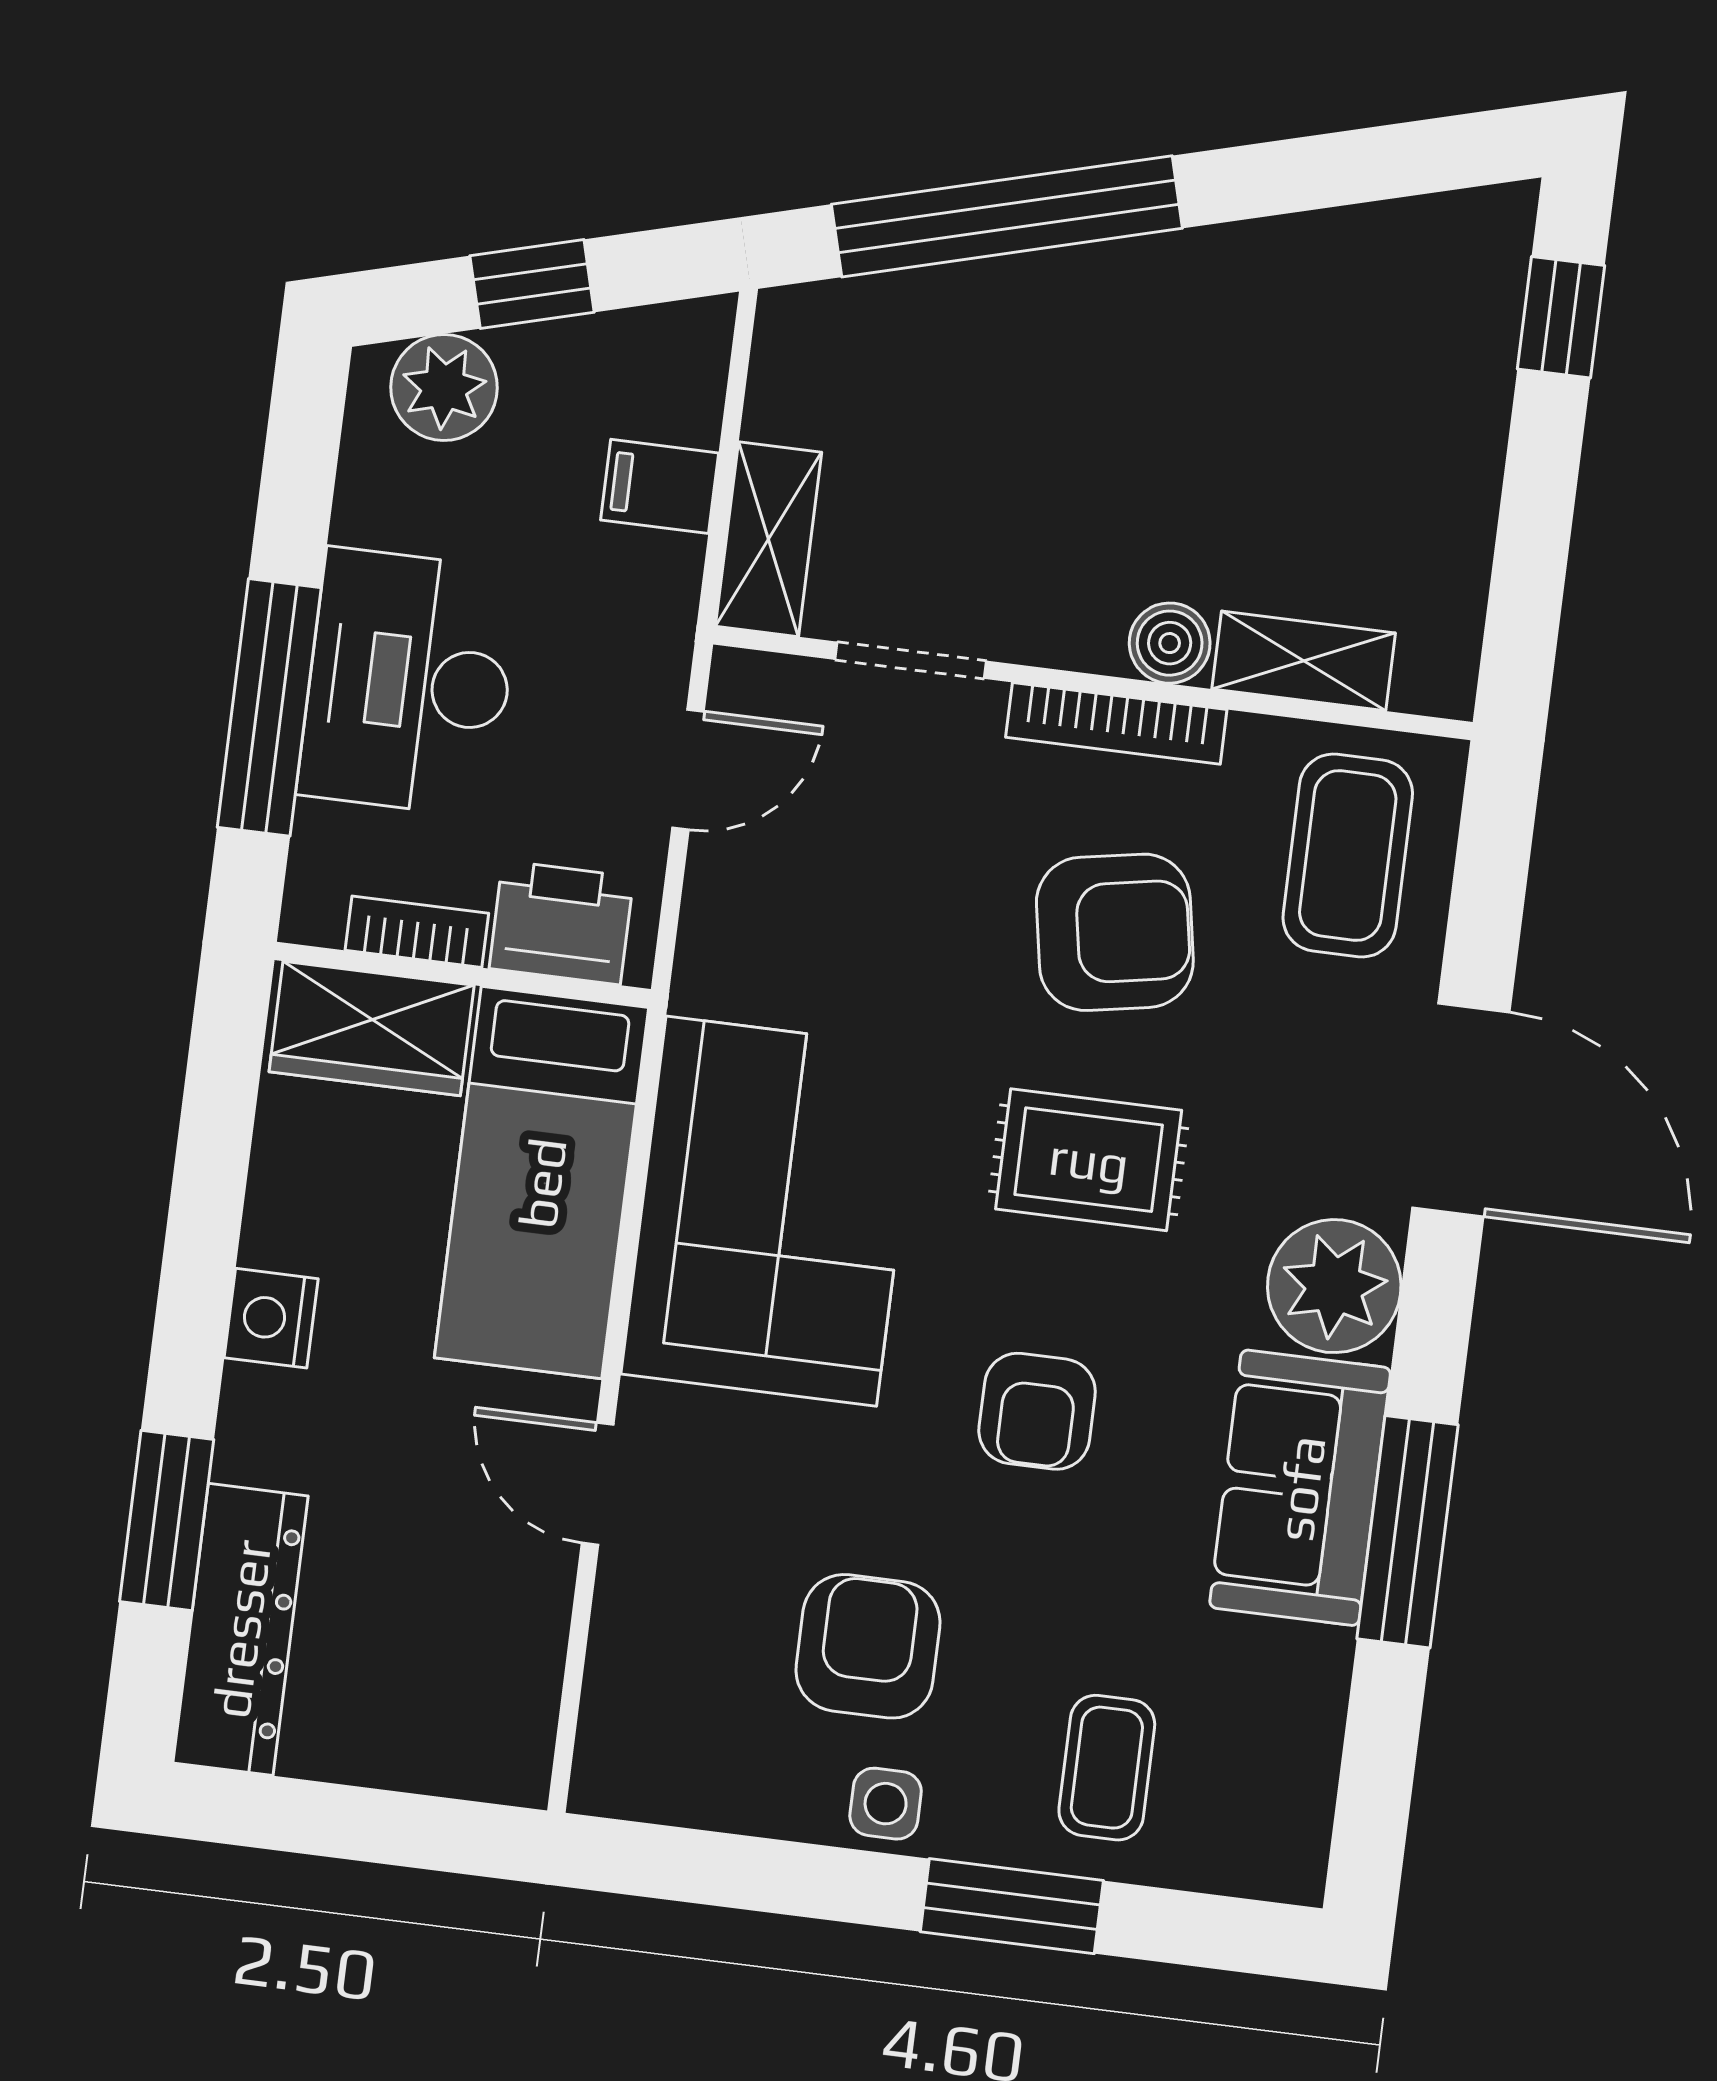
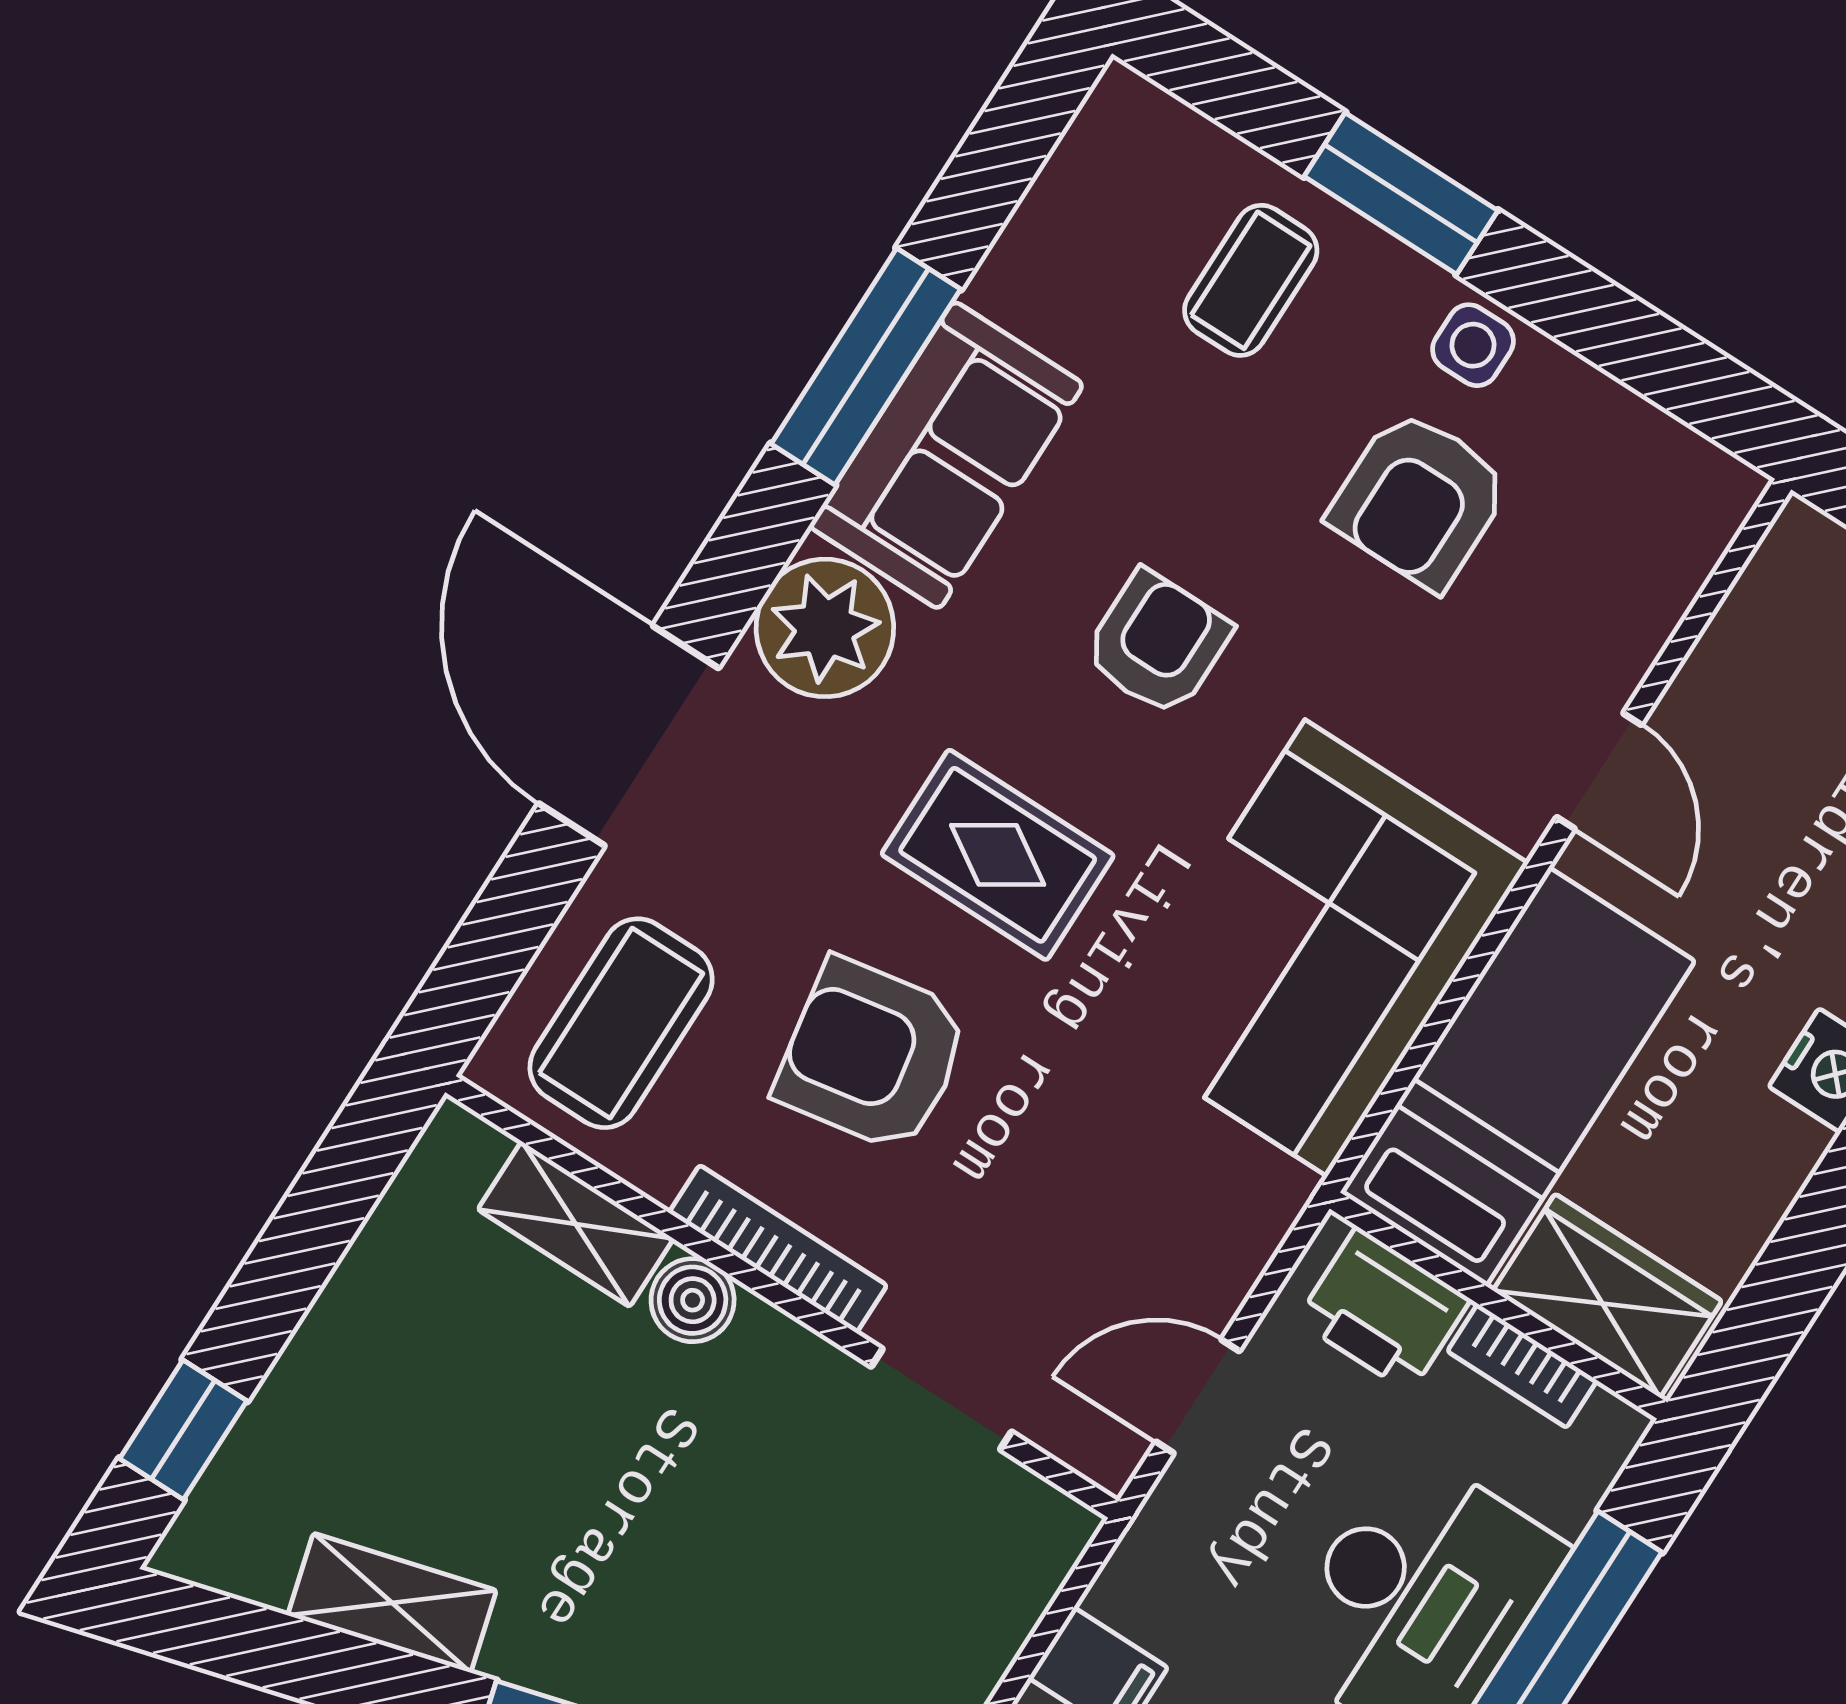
shelving: (769, 539) -> (392, 1603), moved, turned 75

